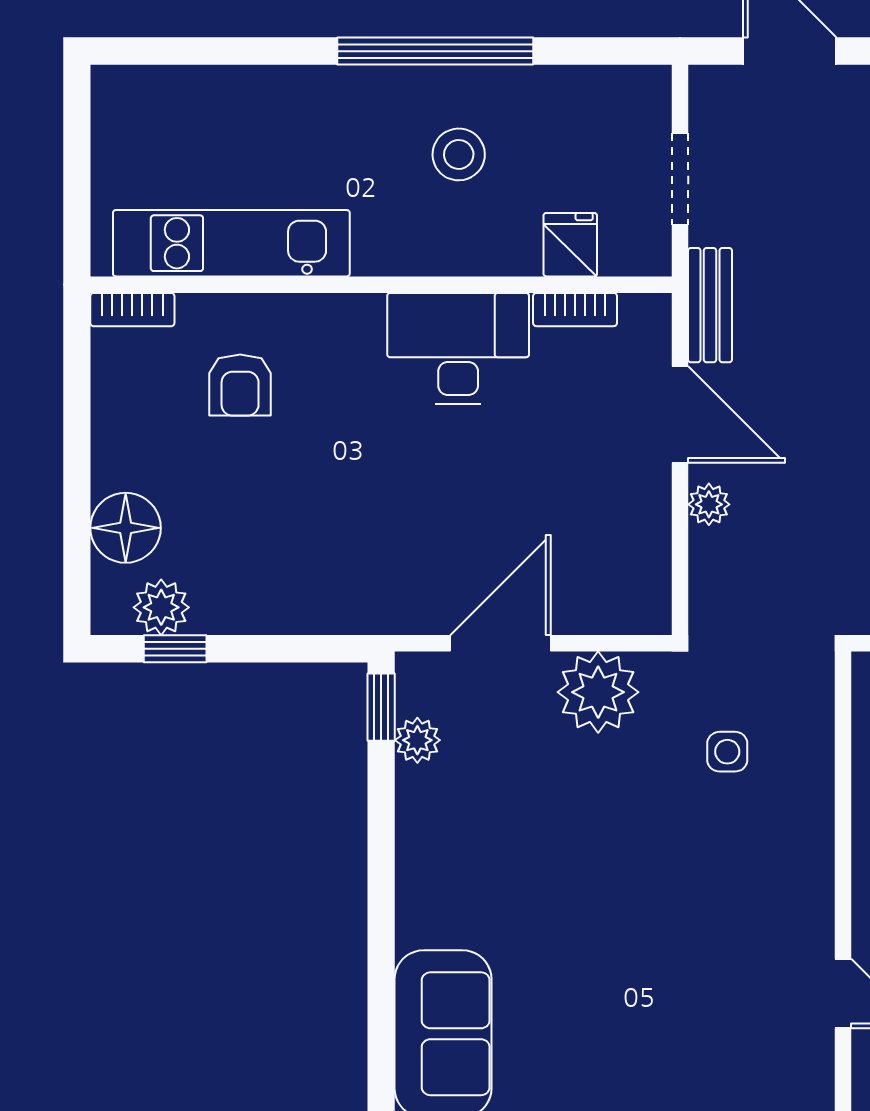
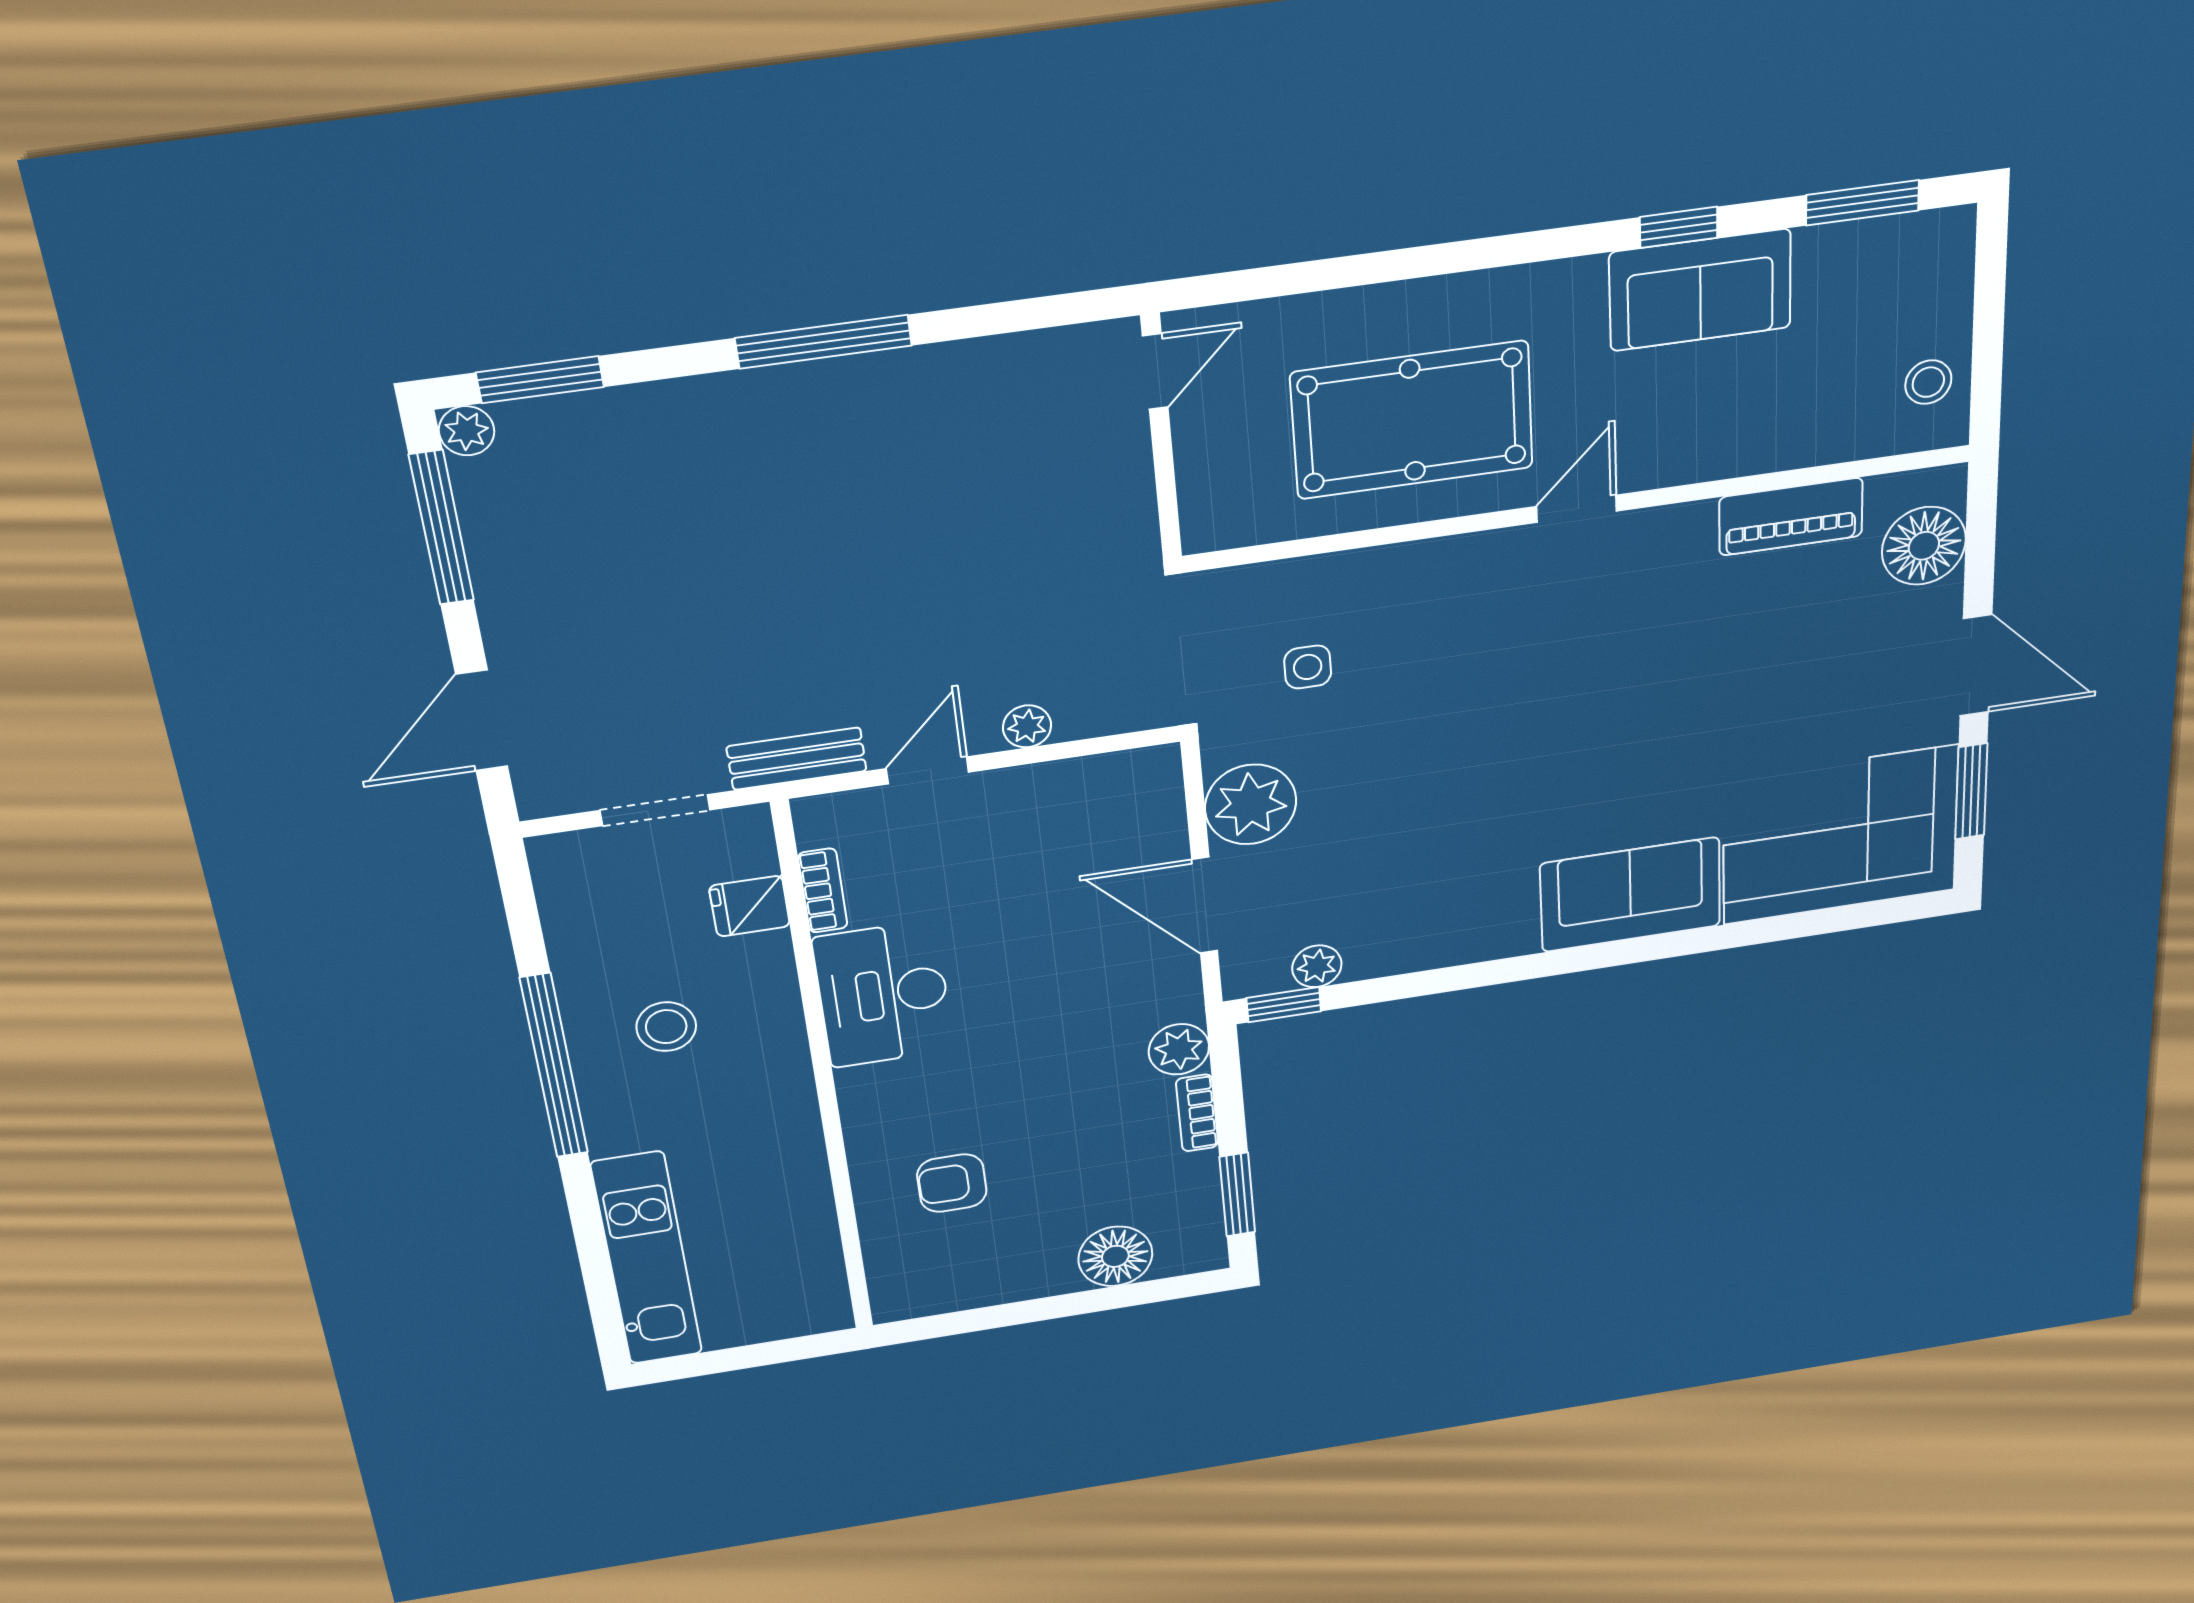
kitchen unit: (231, 243) -> (647, 1259), moved, turned 180
bookcase: (132, 310) -> (1197, 1113), moved, turned 180
armchair: (240, 385) -> (952, 1183), turned 180
door: (680, 414) -> (928, 770), width x0.73
plant: (161, 607) -> (1179, 1049), moved
window: (175, 649) -> (1237, 1195), width x1.50

